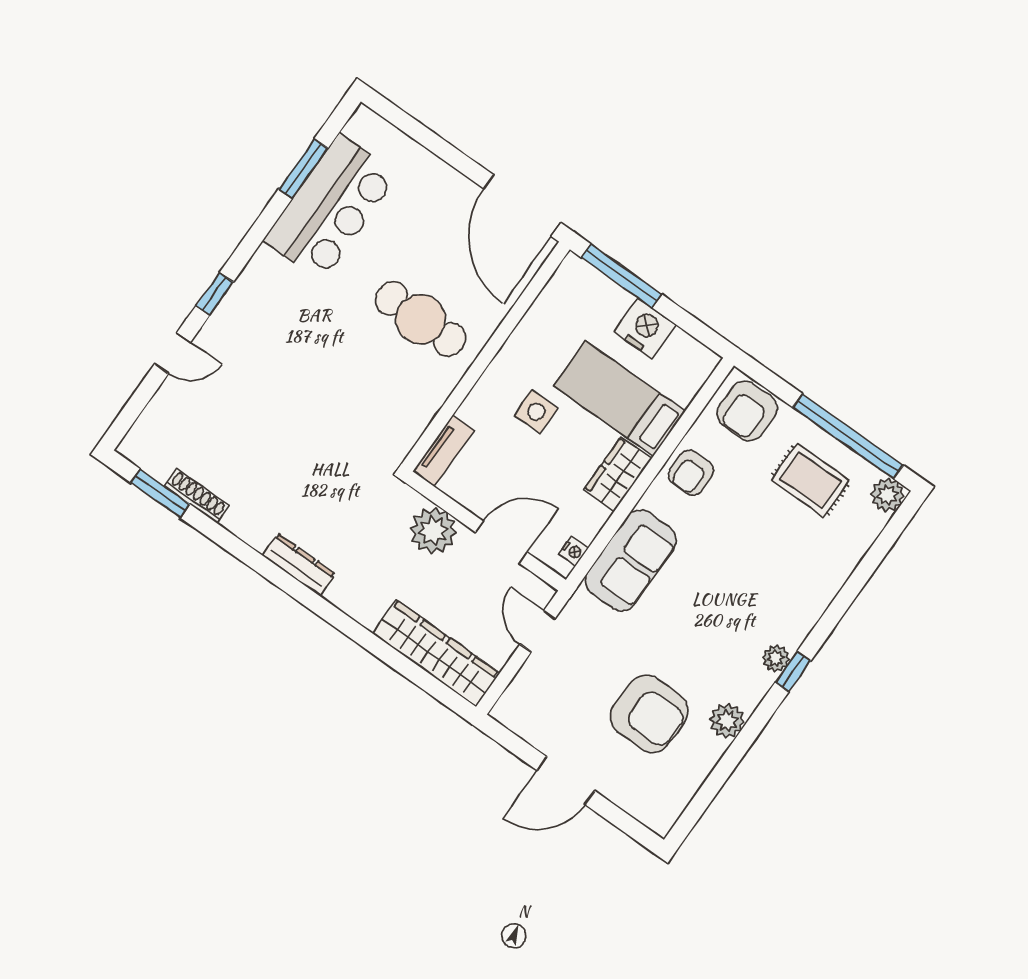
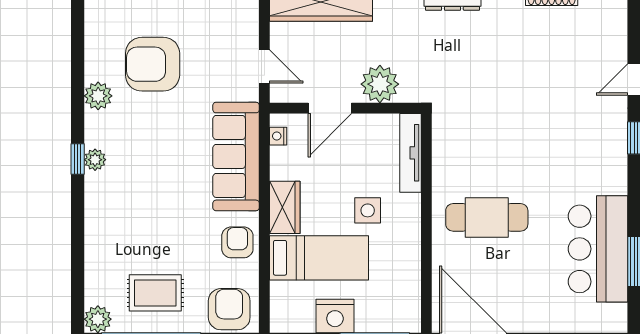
tv unit: (443, 451) -> (410, 153), width x1.41
sofa: (631, 560) -> (236, 156), width x1.36

